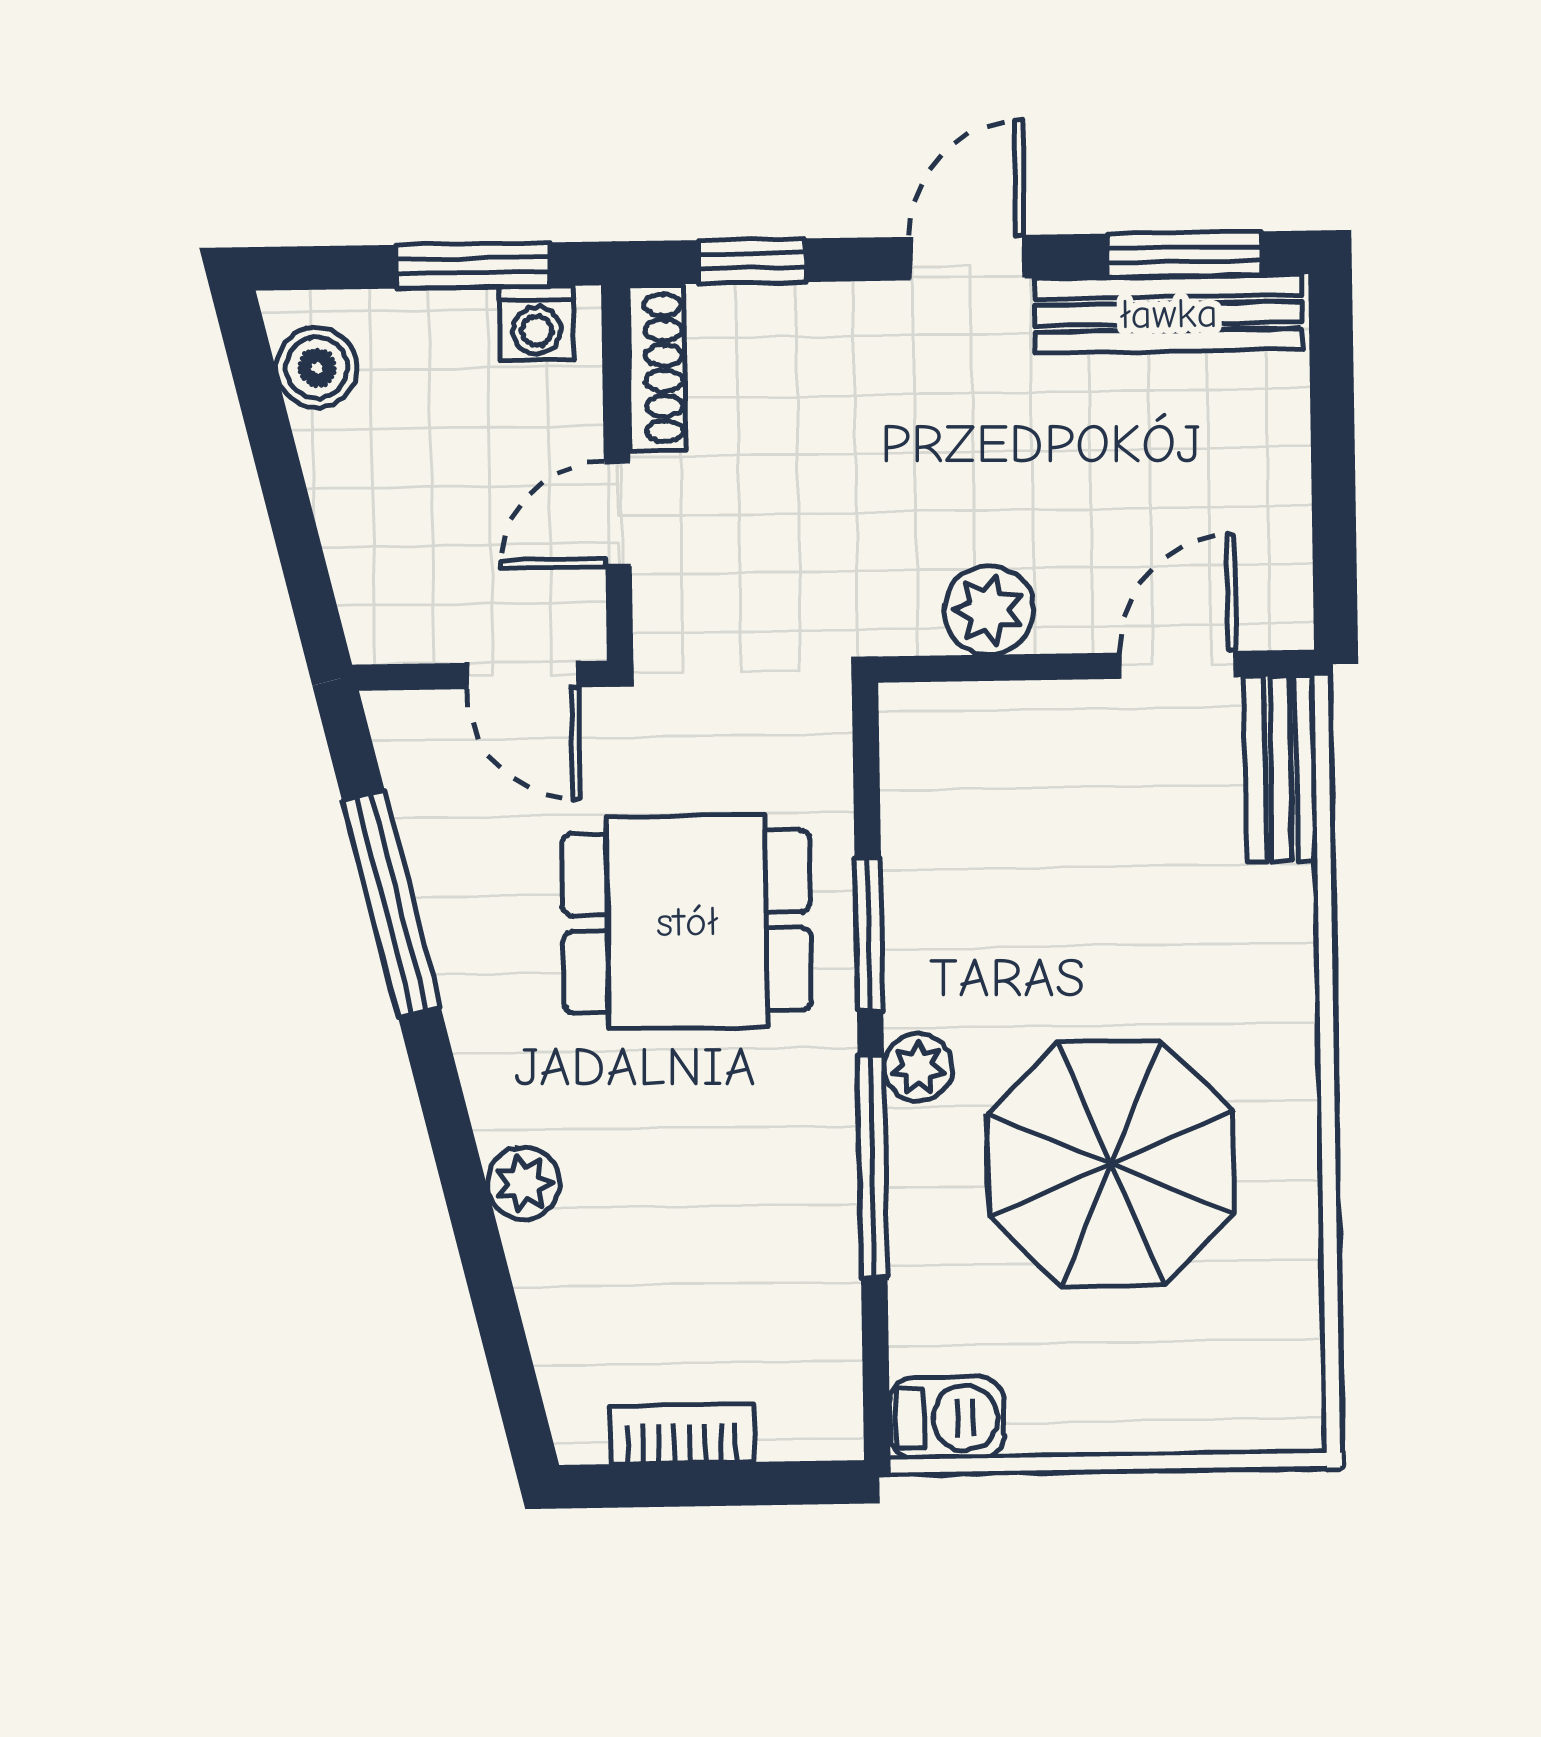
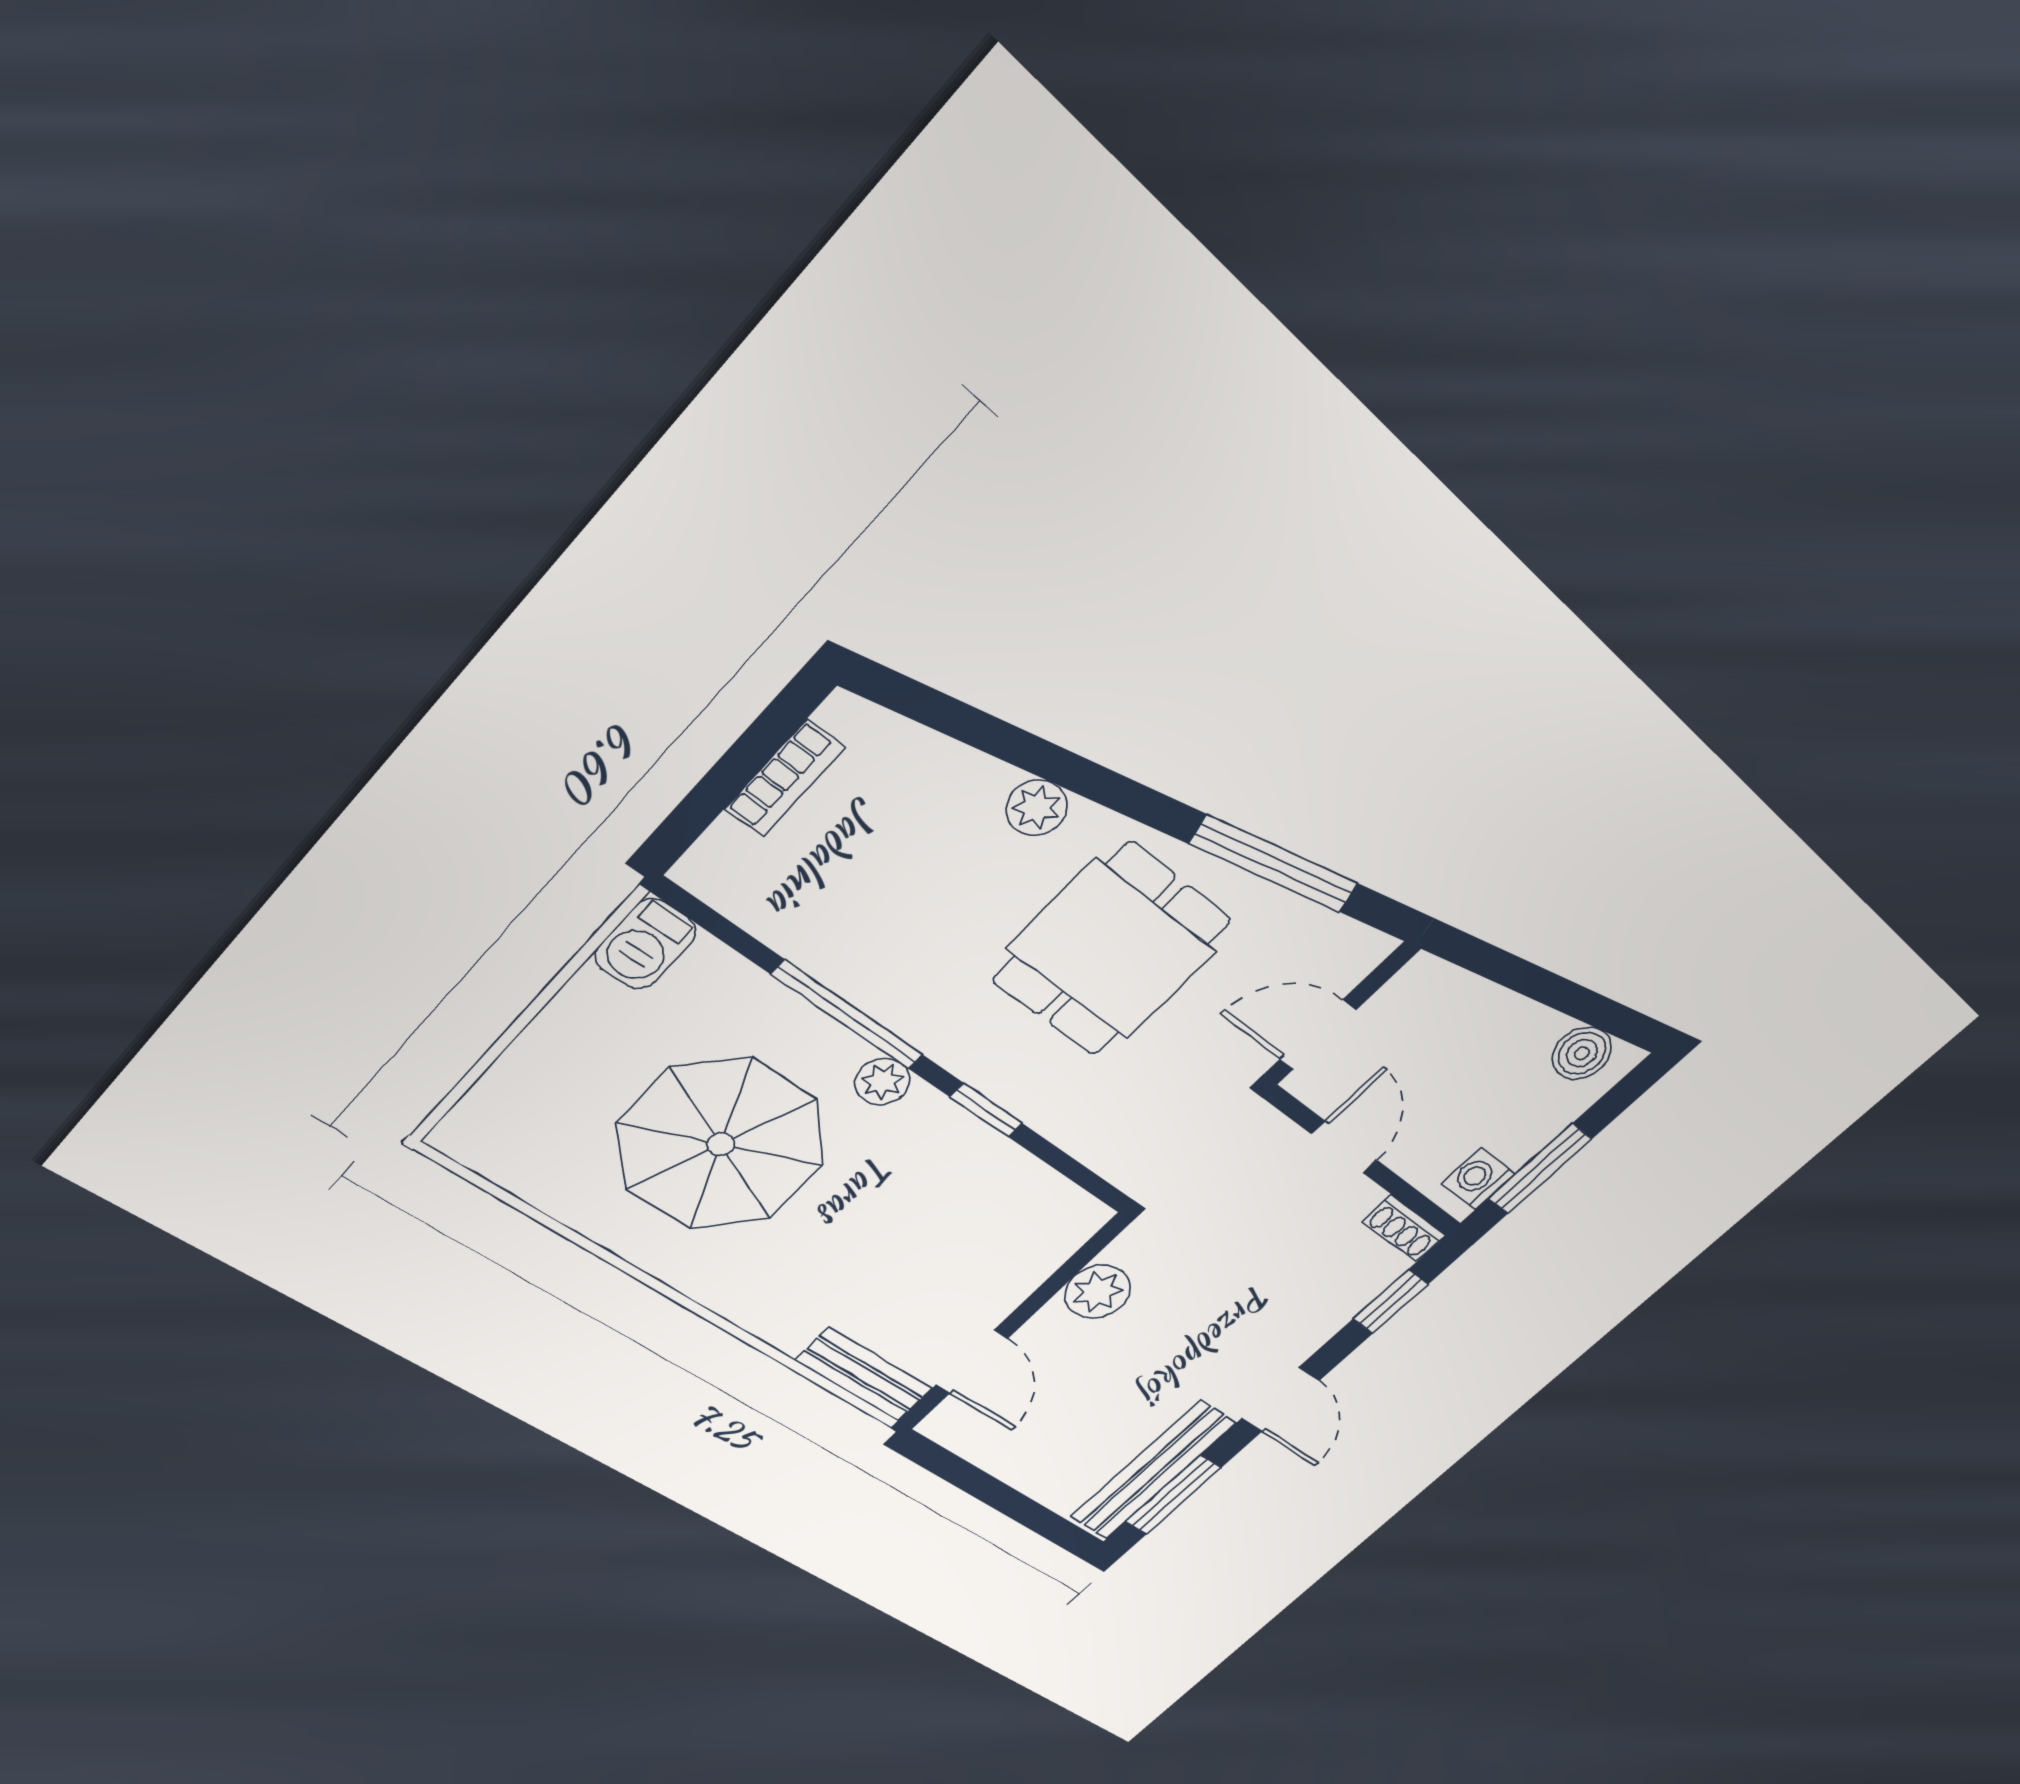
shoe rack: (657, 368) -> (1404, 1228), width x0.70
dining table: (687, 922) -> (1112, 950), moved
window: (869, 934) -> (986, 1110), width x0.67

